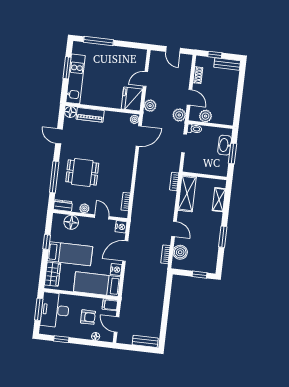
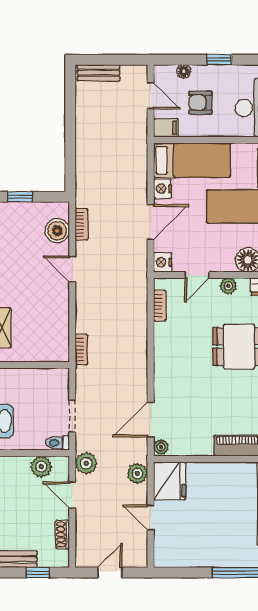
door: (173, 50) -> (110, 573), hinge flipped
door: (145, 79) -> (151, 517), swing flipped
shelving: (187, 193) -> (57, 332), removed
door: (102, 217) -> (197, 275), hinge flipped
window: (61, 339) -> (219, 60), moved

